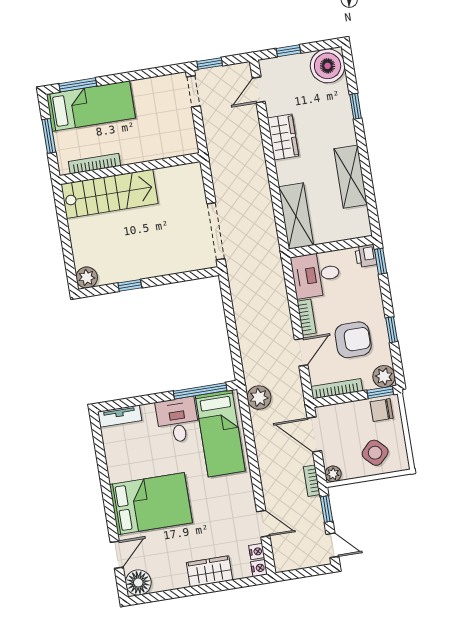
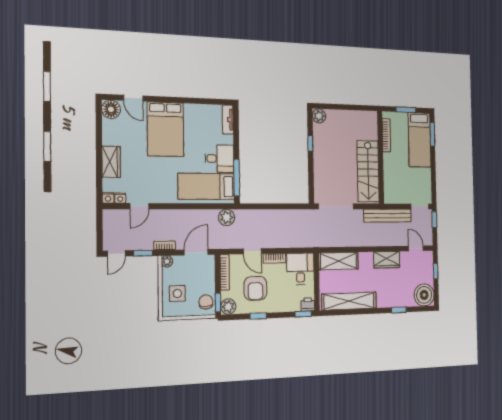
bench: (216, 145) -> (387, 216), added
shelving: (351, 177) -> (349, 301), width x1.47
stairs: (109, 194) -> (368, 171), moved
side table: (375, 453) -> (177, 293), turned 45

